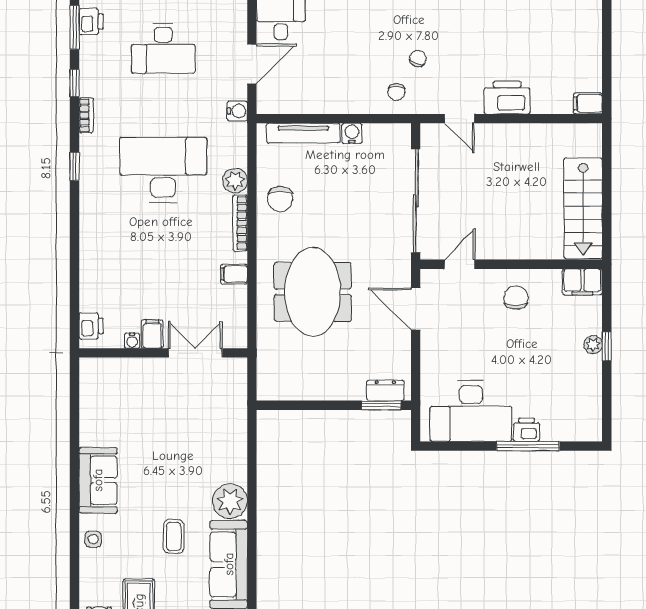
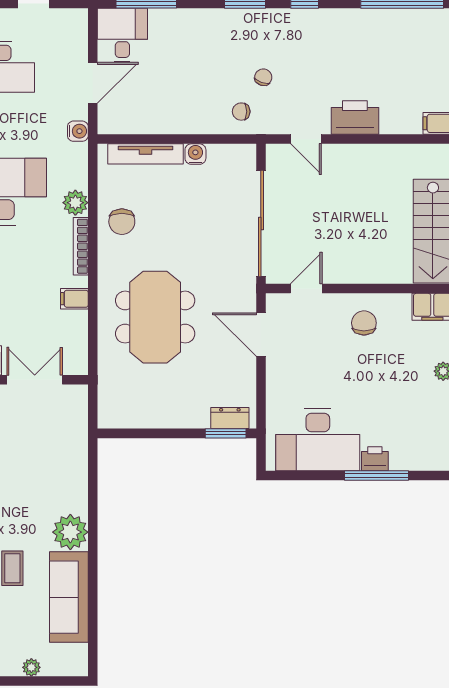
chair: (396, 92) -> (241, 112), turned 90

